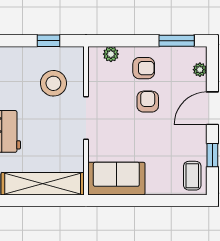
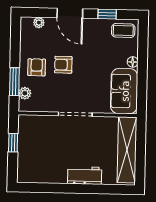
window: (177, 41) -> (14, 82), moved
stool: (53, 83) -> (47, 139), removed
floor lamp: (153, 188) -> (133, 62), added

